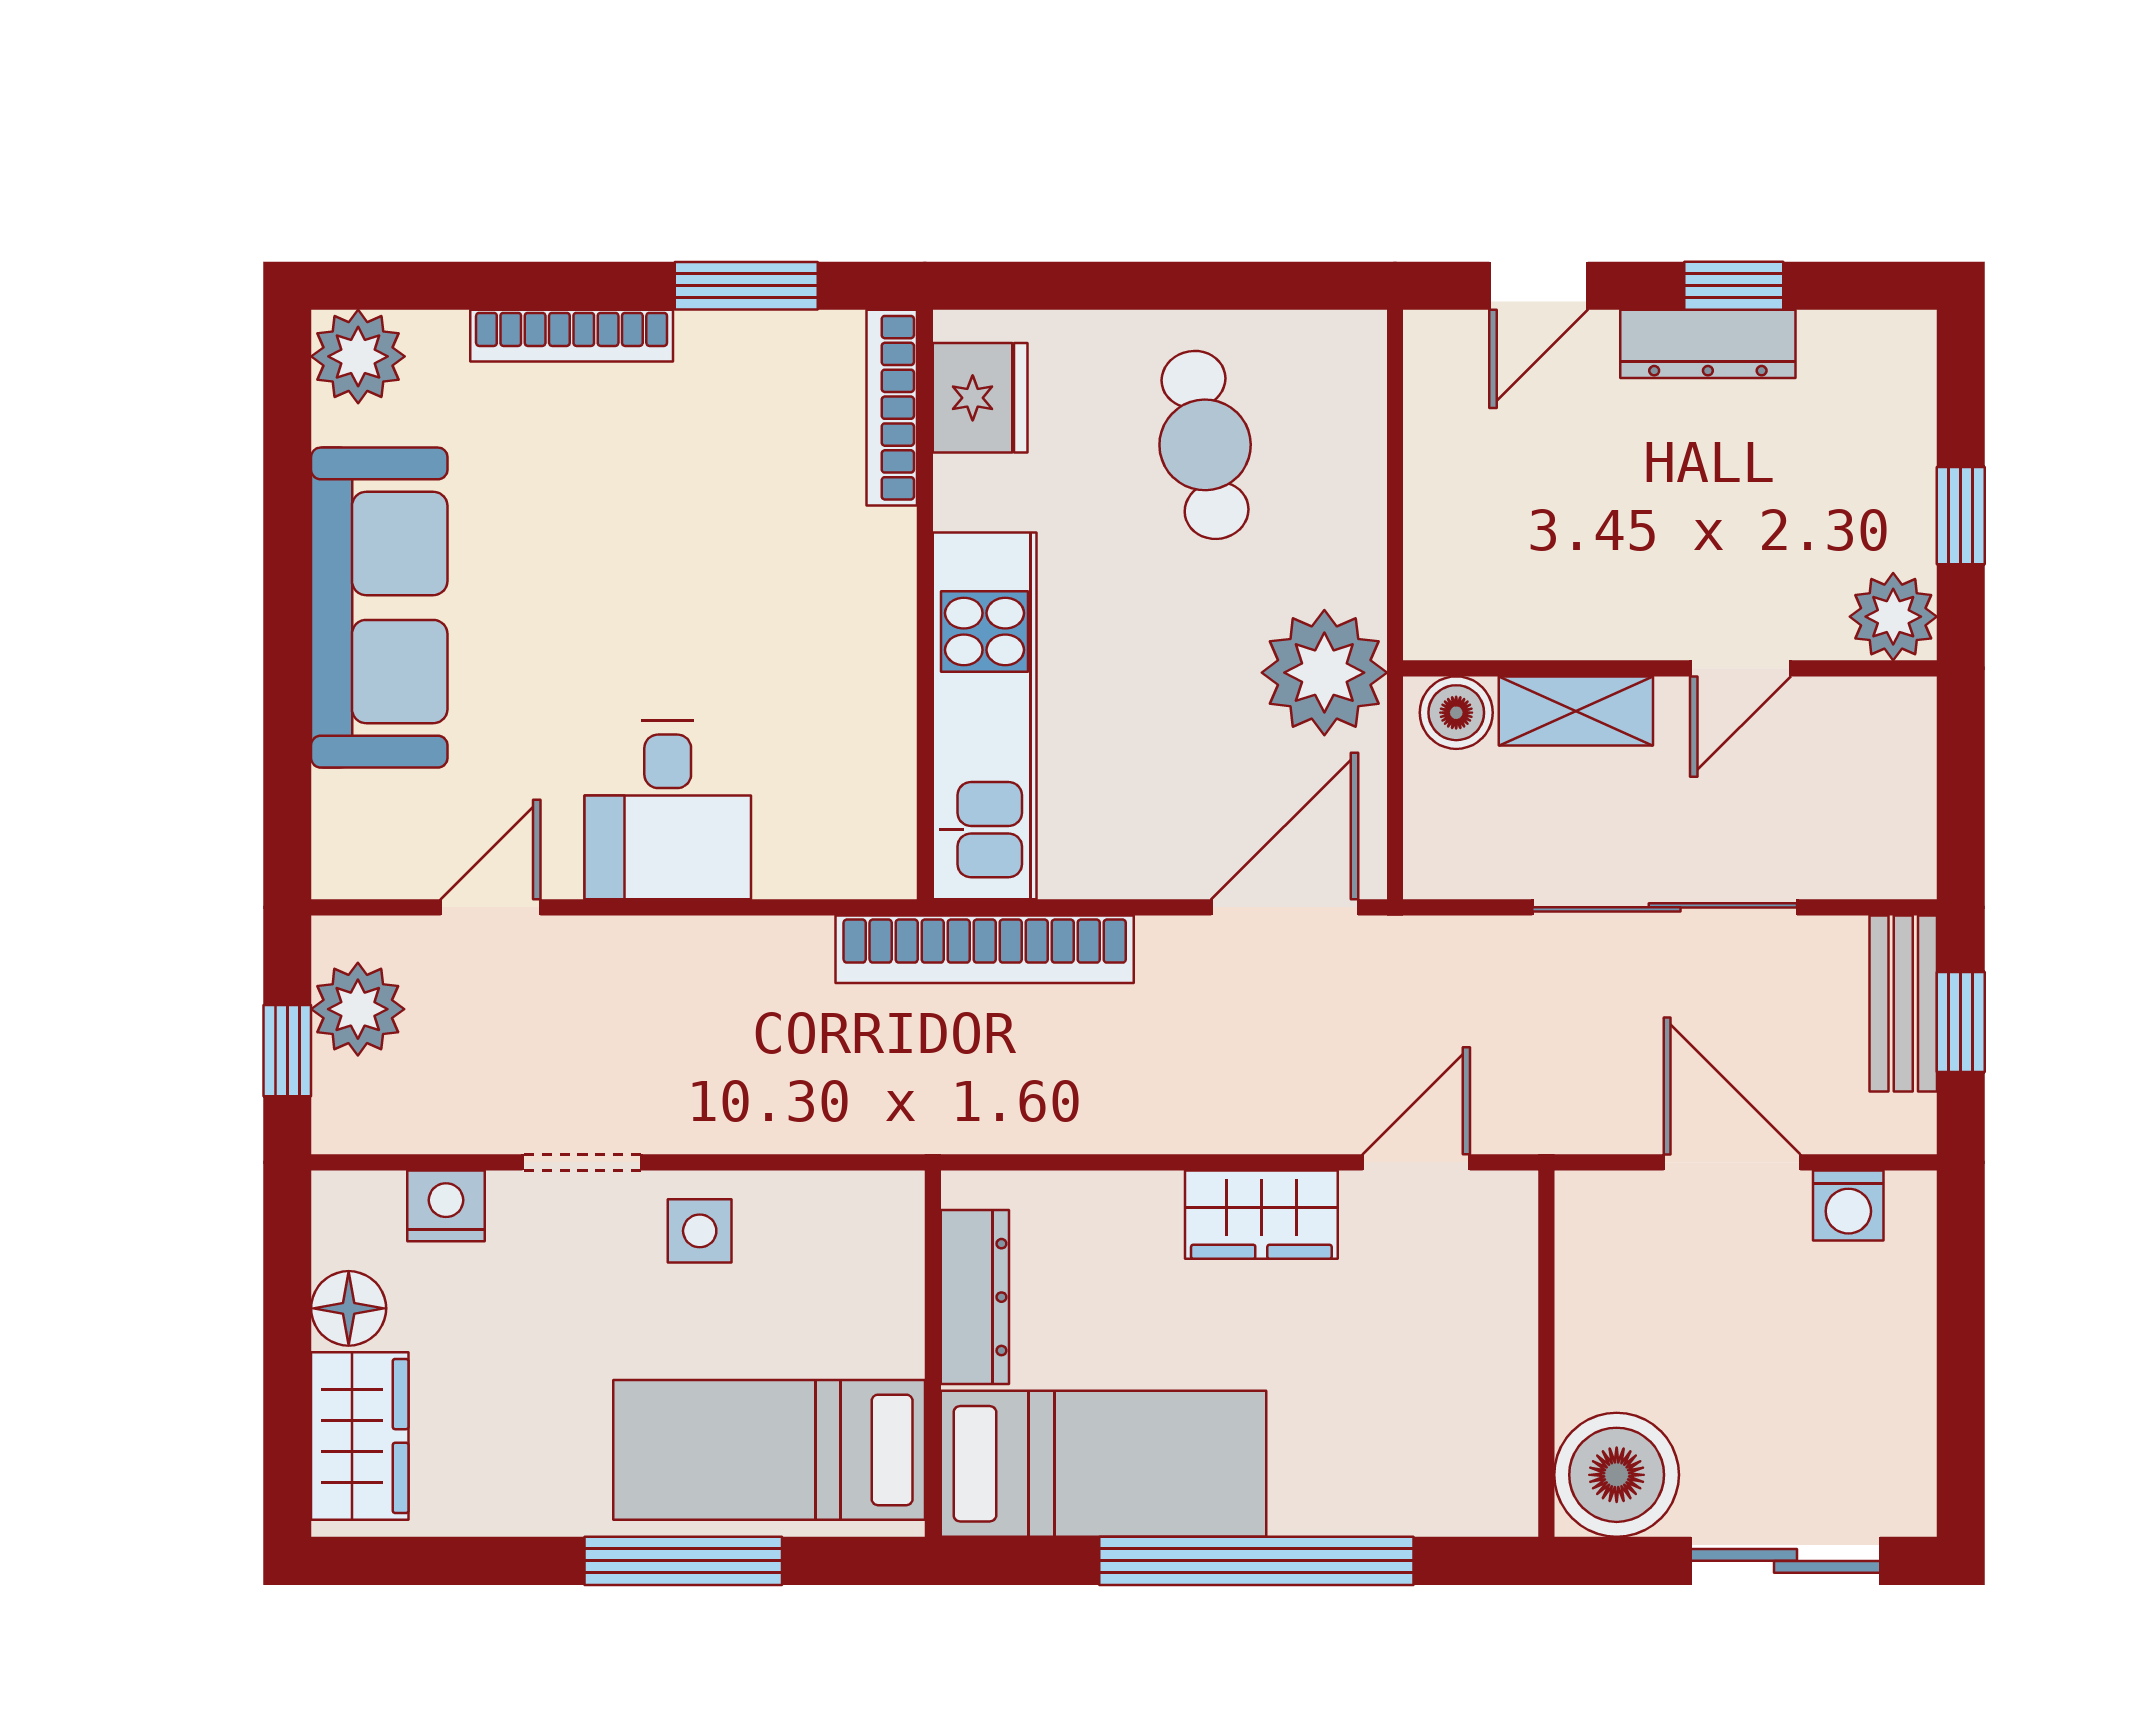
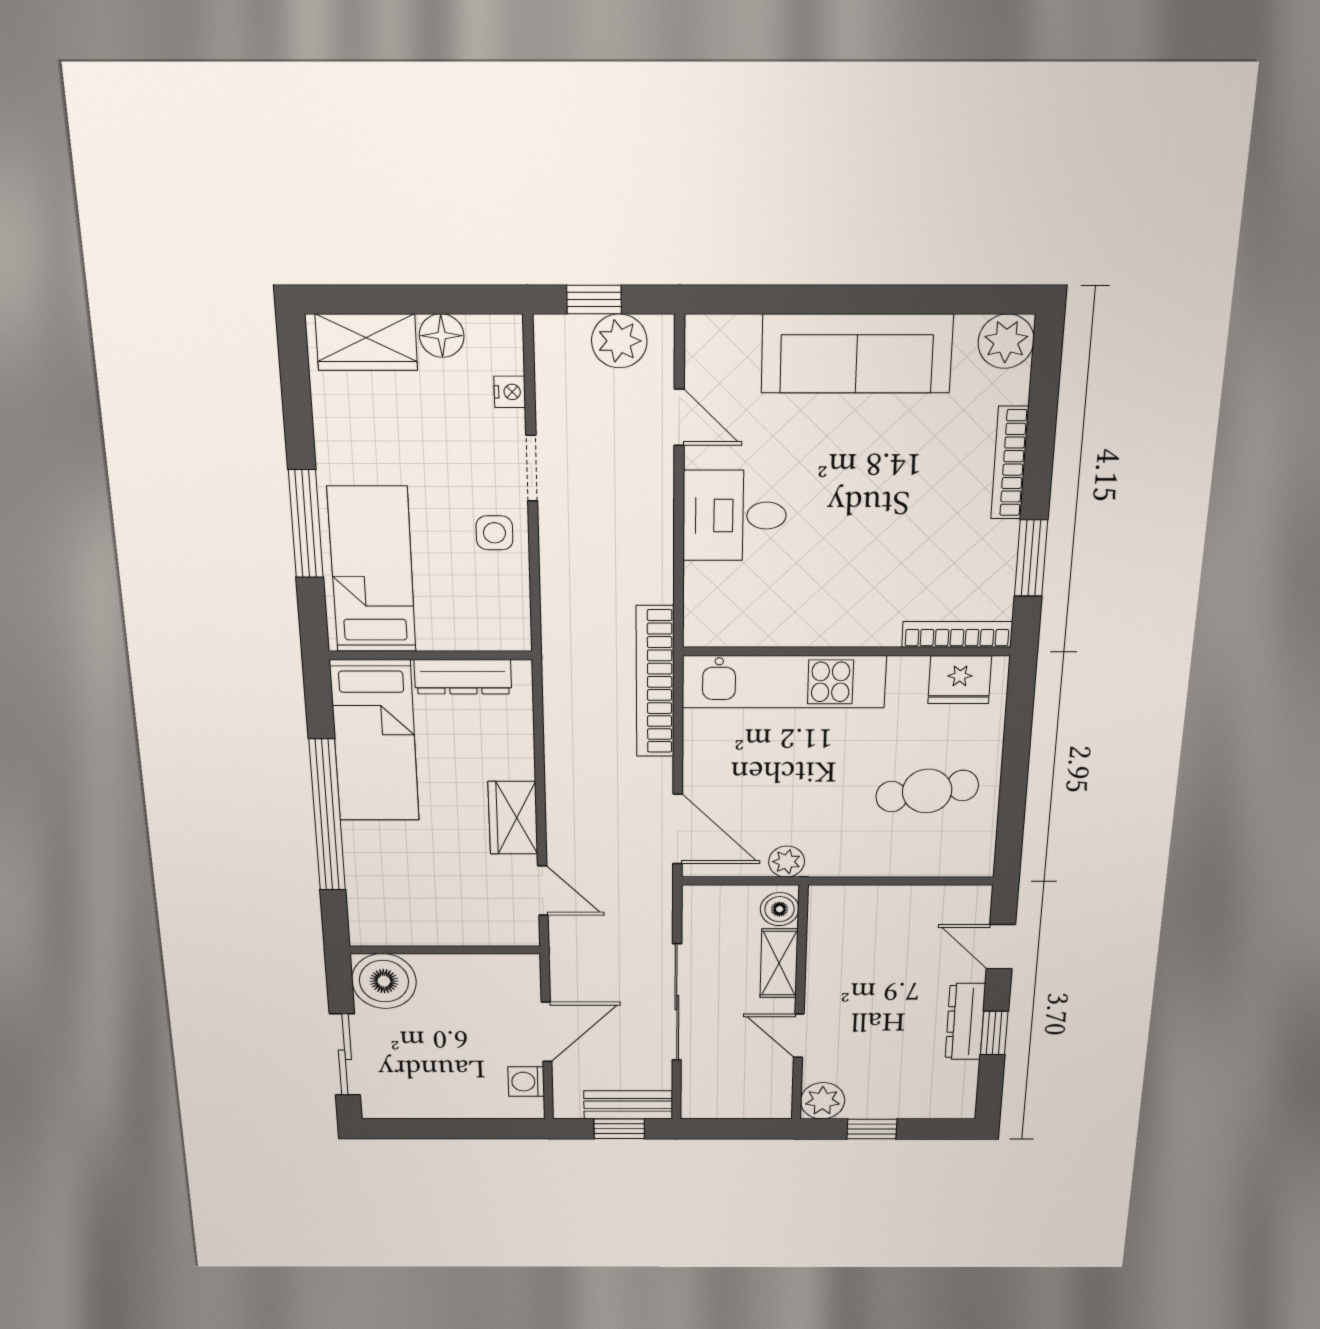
plant: (1324, 673) -> (787, 862), width x0.53, depth x0.53
nightstand: (446, 1206) -> (510, 392), width x0.72, depth x0.74

